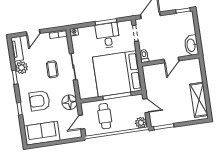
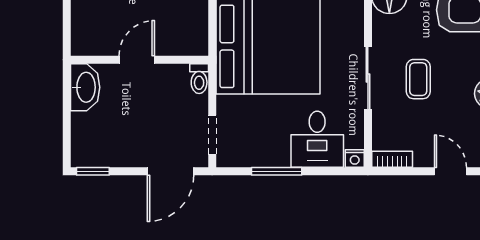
door: (33, 33) -> (450, 171), hinge flipped
desk: (108, 35) -> (317, 139), moved

